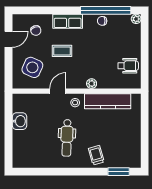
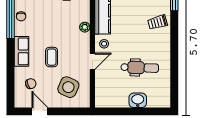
door: (58, 91) -> (92, 61), swing flipped
washbasin: (19, 121) -> (138, 100), moved
dental chair: (67, 138) -> (140, 68), moved

